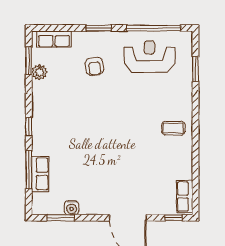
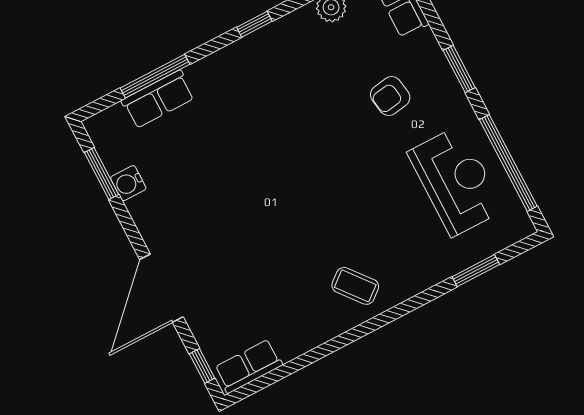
window: (29, 127) -> (254, 24), moved
coffee table: (173, 128) -> (355, 286), turned -39

